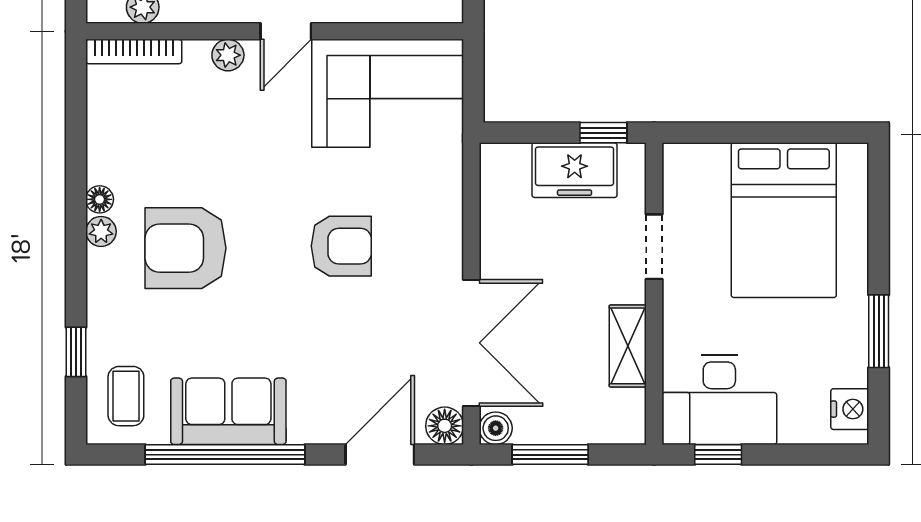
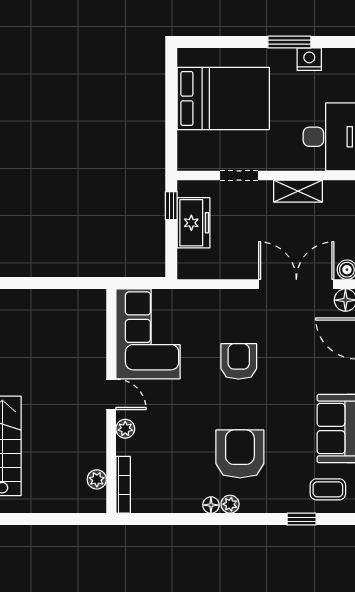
armchair: (186, 248) -> (240, 454), turned 180
nightstand: (850, 409) -> (309, 59), moved

